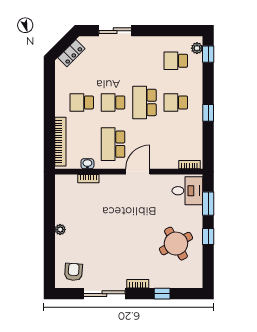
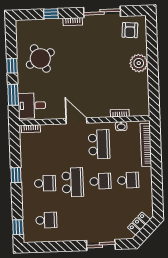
plant: (197, 48) -> (28, 232), removed
door: (138, 172) -> (76, 121), swing flipped
plant: (60, 230) -> (139, 63), width x1.88, depth x1.88

